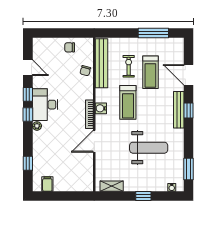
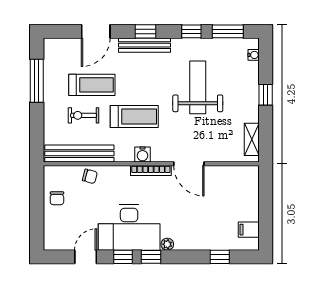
desk: (45, 105) -> (129, 227), width x1.36, depth x1.30
window: (189, 143) -> (191, 31), added

